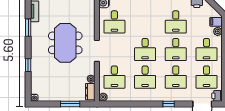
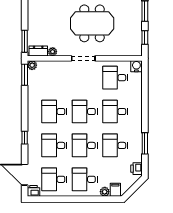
desk: (114, 77) -> (115, 112), moved
window: (70, 104) -> (25, 41), moved
window: (112, 104) -> (25, 75), added

